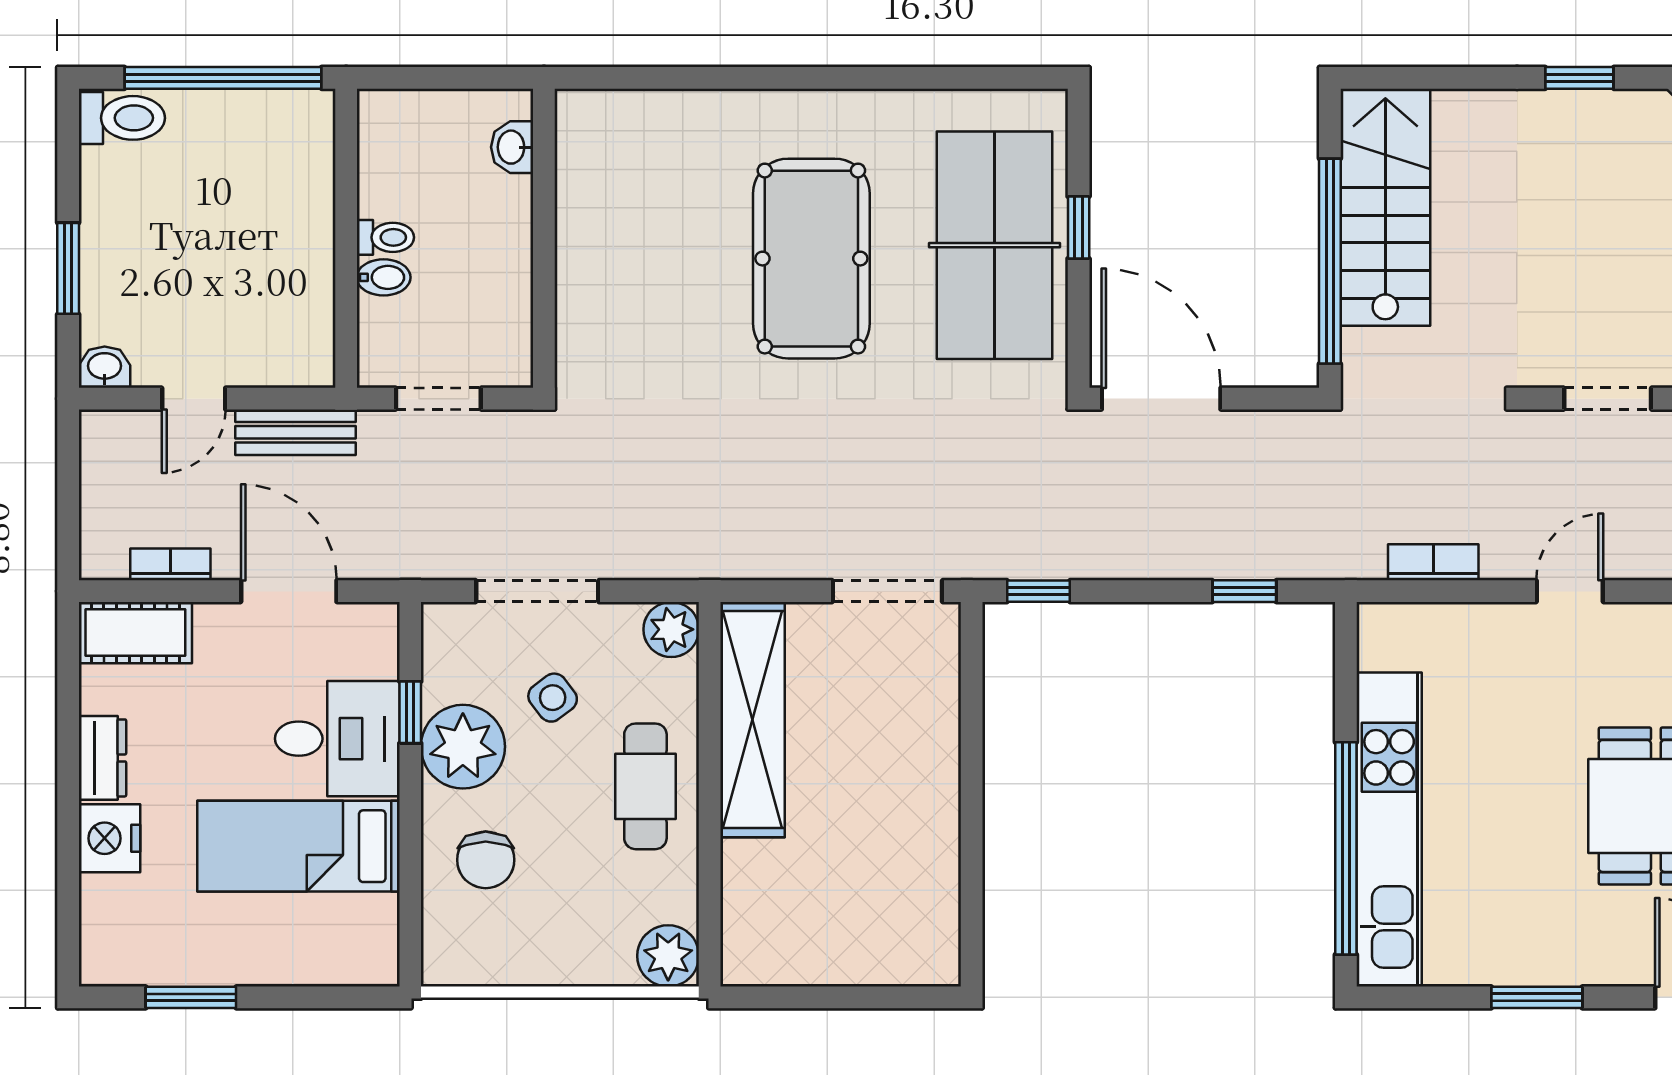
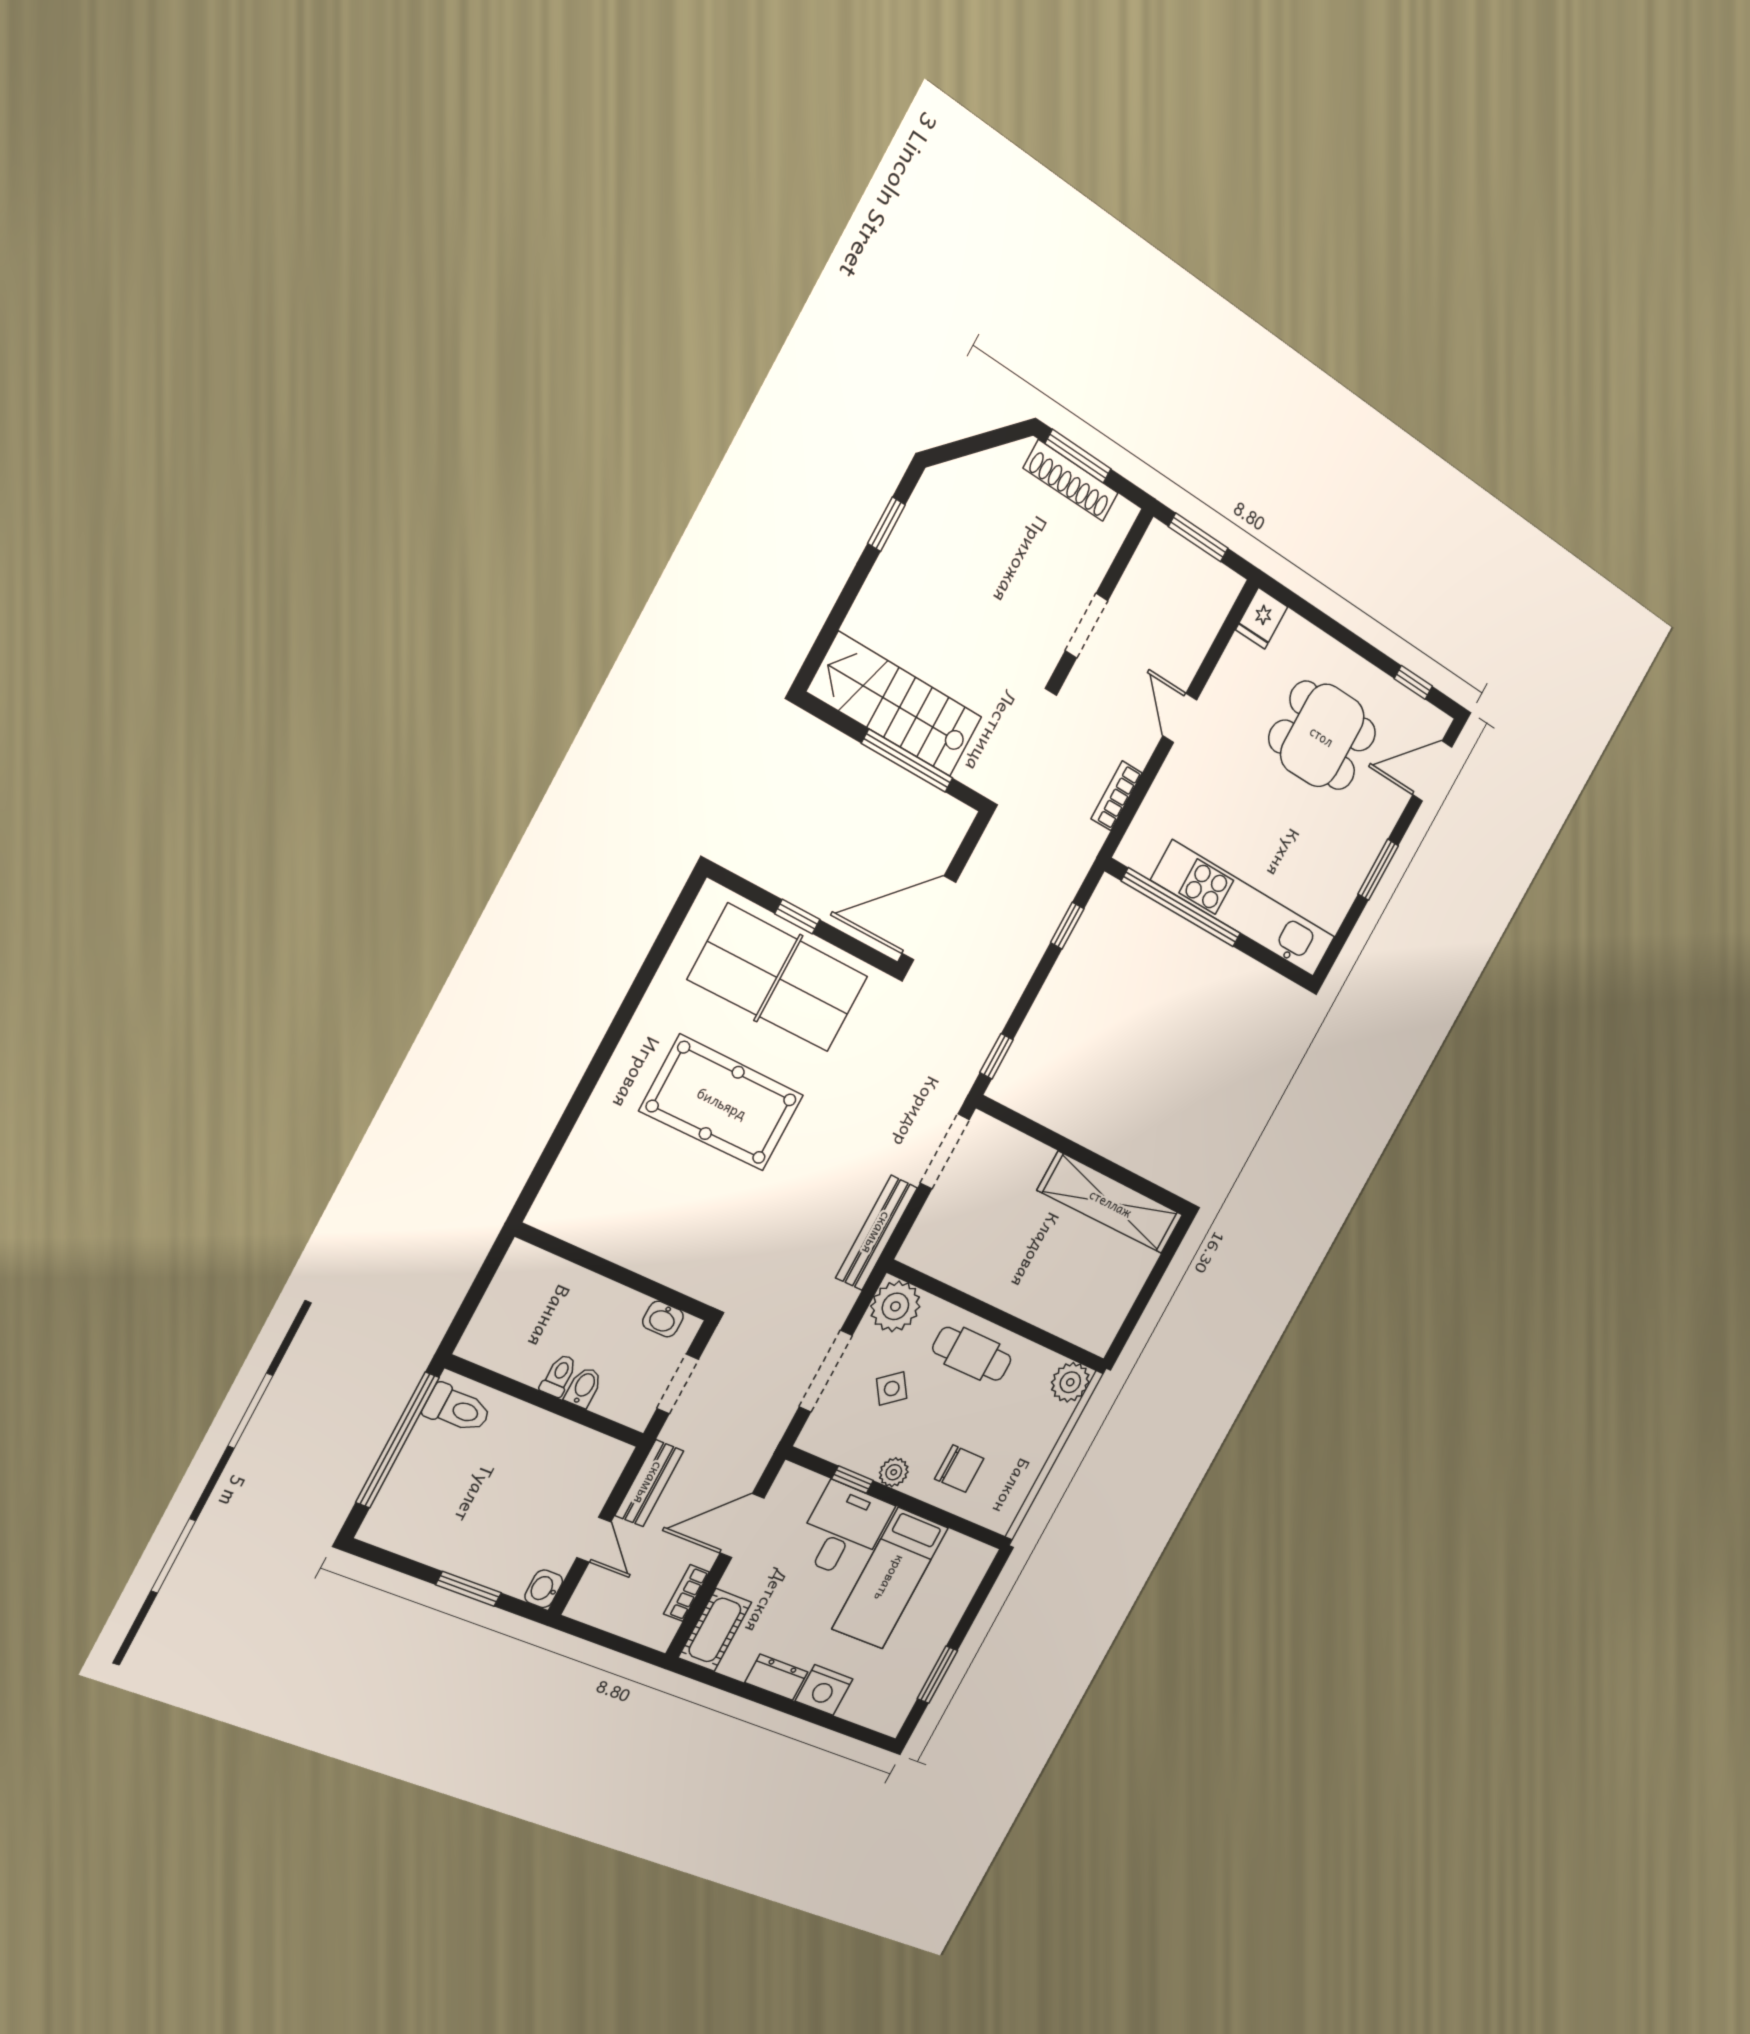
toilet: (122, 118) -> (457, 1409), moved, turned 90
washbasin: (512, 147) -> (663, 1319), moved
window: (1330, 261) -> (907, 761), width x0.68
bench: (743, 558) -> (877, 1233), added
plant: (671, 629) -> (895, 1306), width x1.36, depth x1.36
shelving: (752, 720) -> (1111, 1203), moved
plant: (463, 747) -> (894, 1472), width x0.53, depth x0.53
window: (1346, 848) -> (1181, 907), moved

